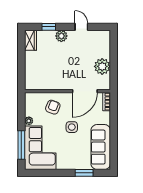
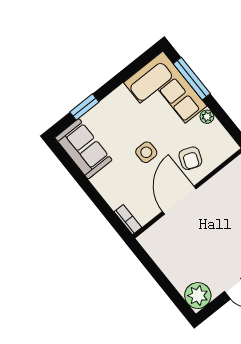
plant: (102, 66) -> (198, 296), moved
door: (85, 91) -> (179, 200), moved
sofa: (101, 147) -> (83, 149), width x0.73

